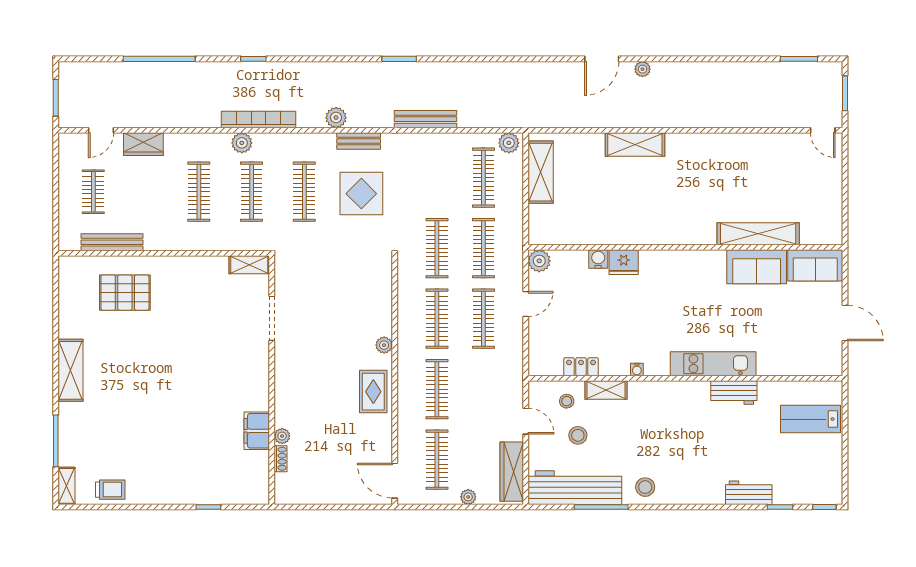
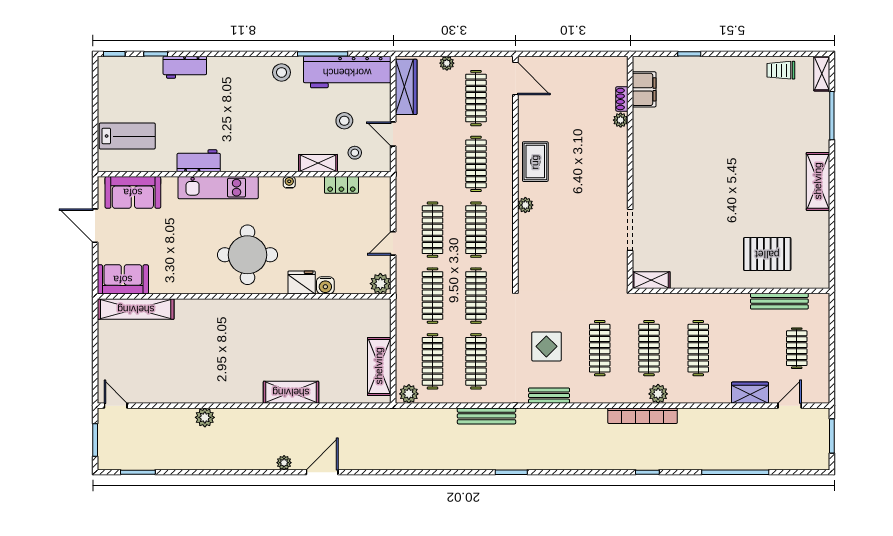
plant: (336, 118) -> (205, 417), moved
clothes rail: (437, 178) -> (476, 361), added
display table: (361, 194) -> (546, 346), width x0.73, depth x0.73
shelving: (758, 234) -> (136, 309), moved
sofa: (757, 267) -> (133, 192), moved, turned 180
round table: (682, 292) -> (247, 255), added
filing cabinet: (257, 431) -> (644, 89), moved

